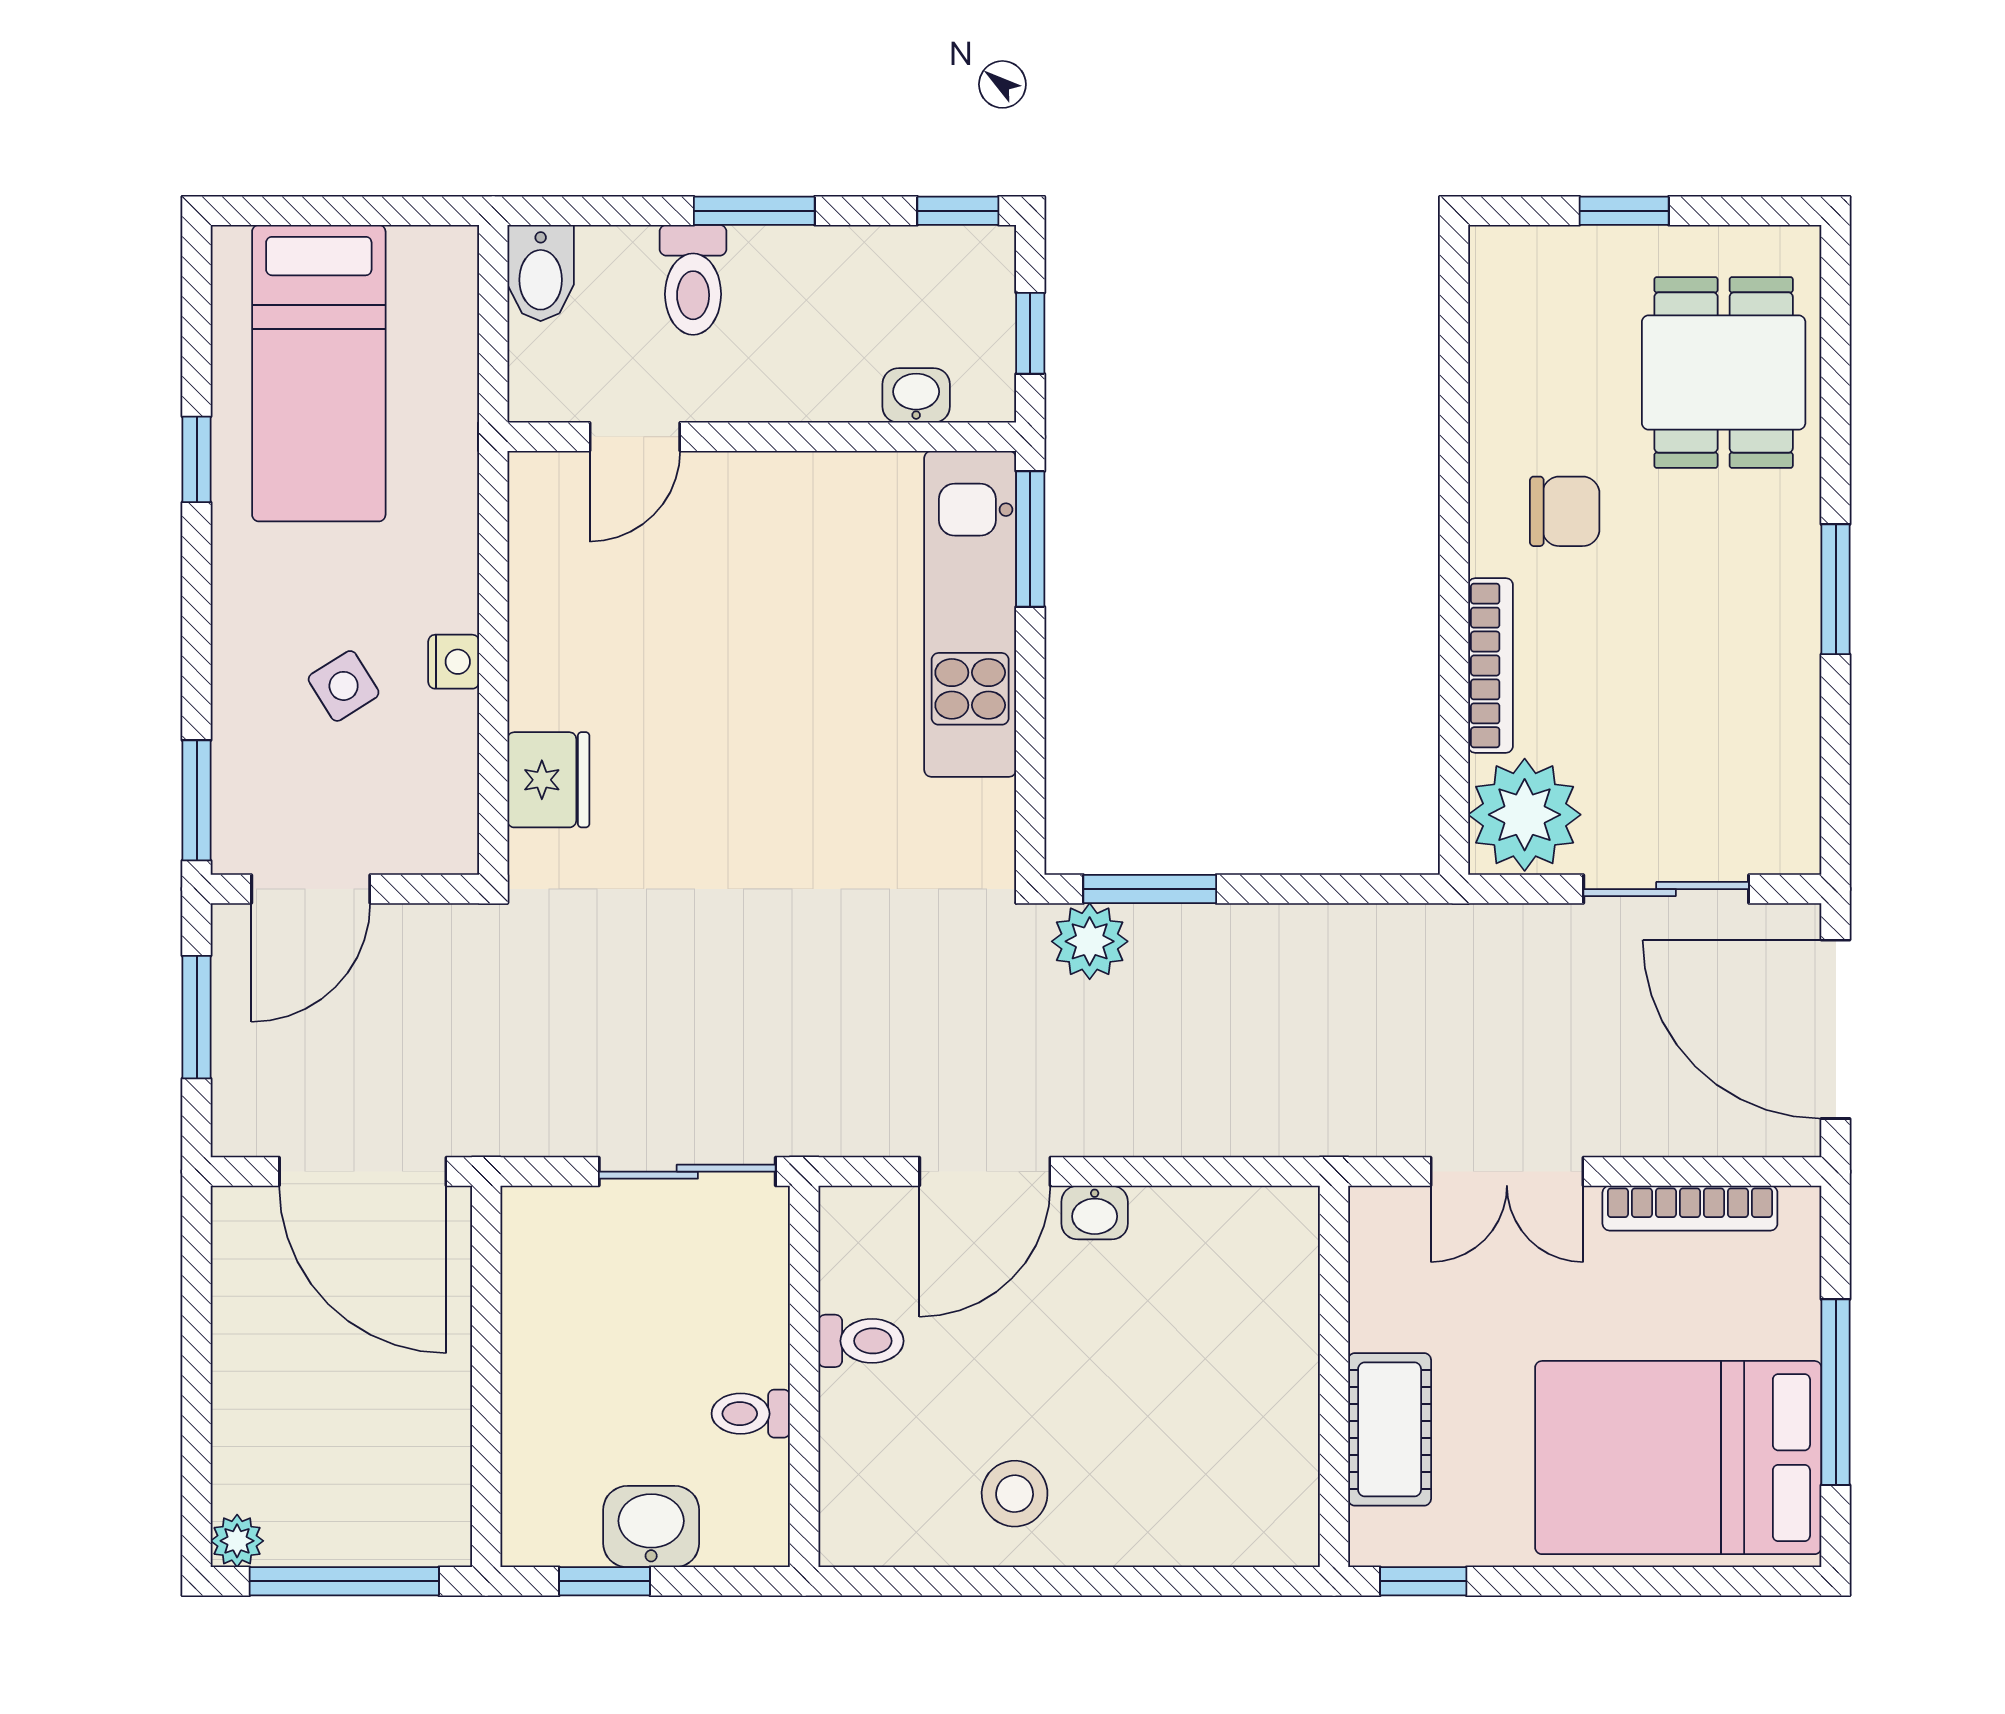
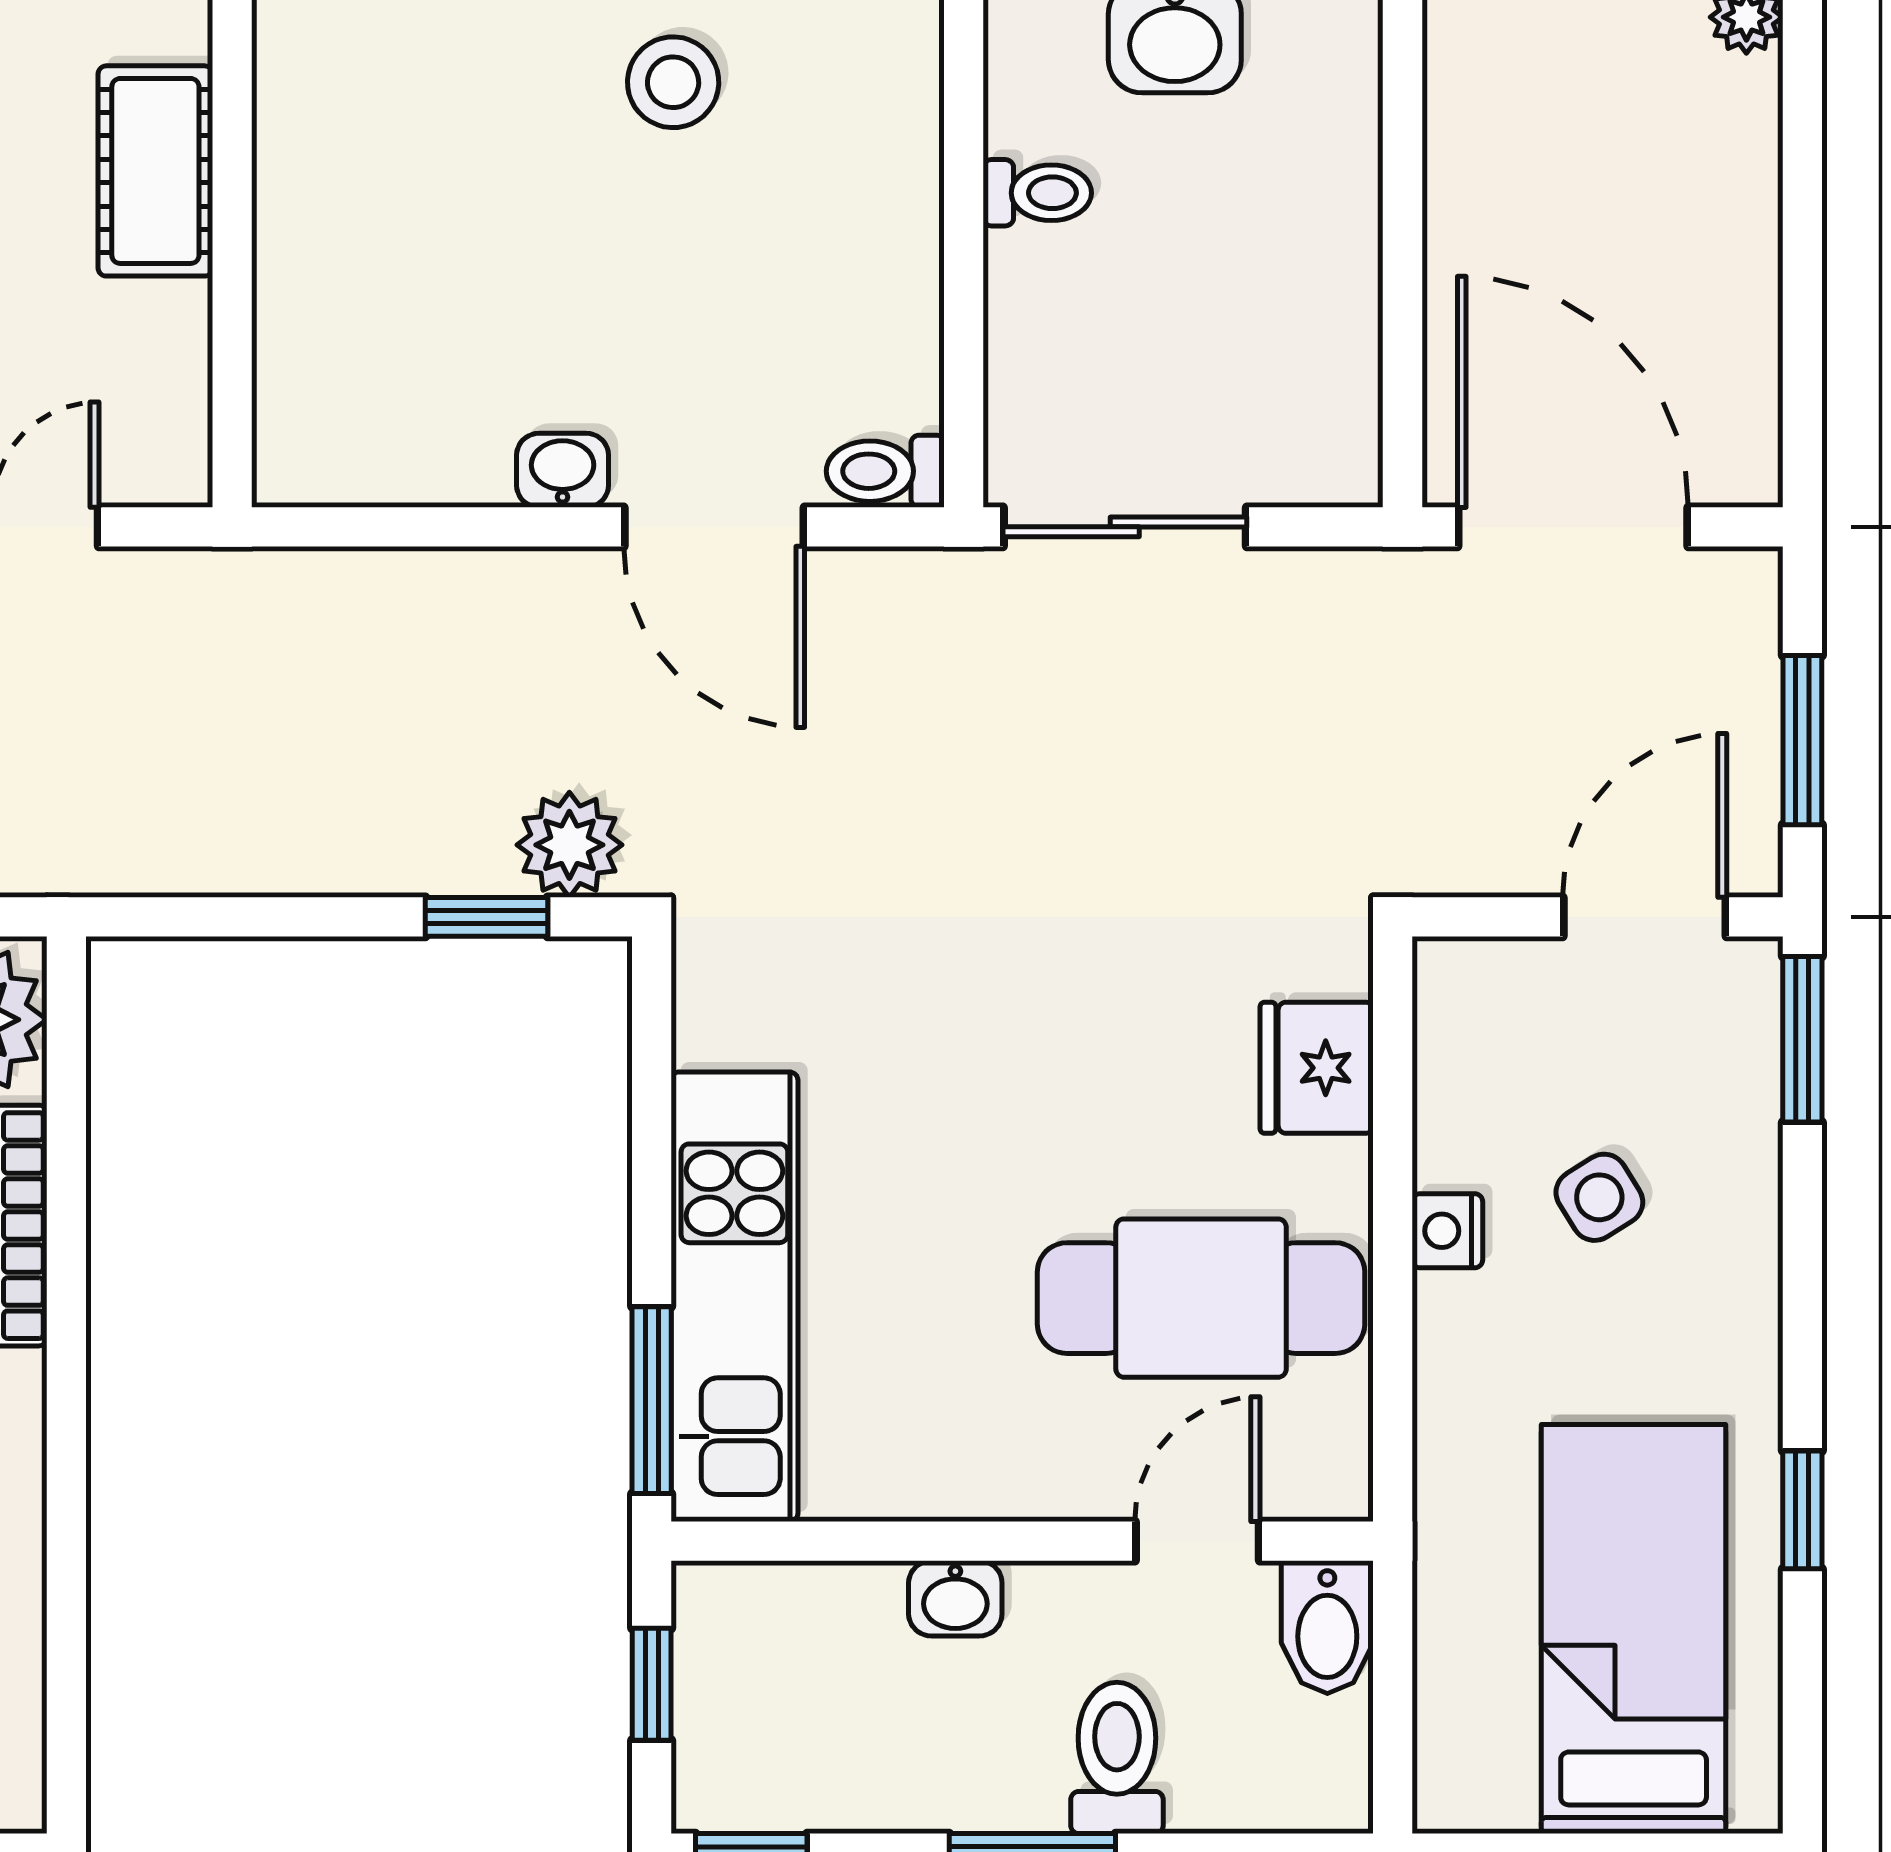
bidet: (541, 273) -> (1327, 1627), moved, turned 180
washbasin: (916, 395) -> (955, 1598), moved
cafe table: (632, 613) -> (1201, 1298), added
window: (1150, 889) -> (487, 917), width x0.67
door: (985, 1172) -> (714, 527), swing flipped
toilet: (861, 1341) -> (885, 471), moved

